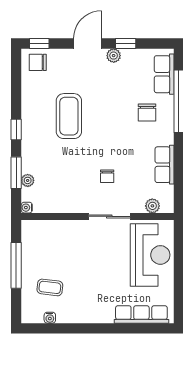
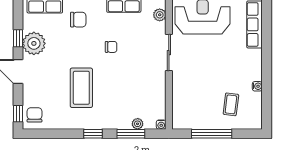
plant: (114, 56) -> (34, 43), width x1.87, depth x1.87
chair: (38, 62) -> (34, 115), turned 180
coffee table: (69, 116) -> (81, 88), turned 90
chair: (107, 176) -> (111, 47), moved
water cooler: (50, 318) -> (257, 86), moved

